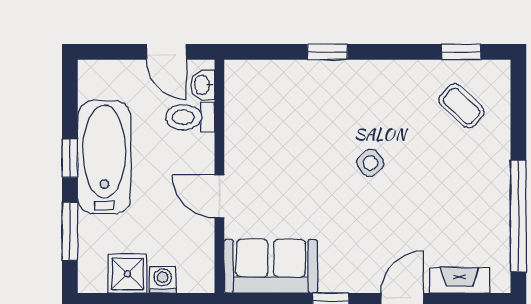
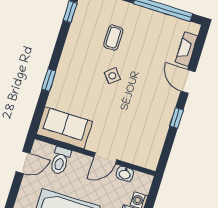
washbasin: (203, 85) -> (125, 174), moved
coffee table: (461, 106) -> (113, 38), moved, turned -43
sofa: (271, 266) -> (64, 128), moved, turned 90

